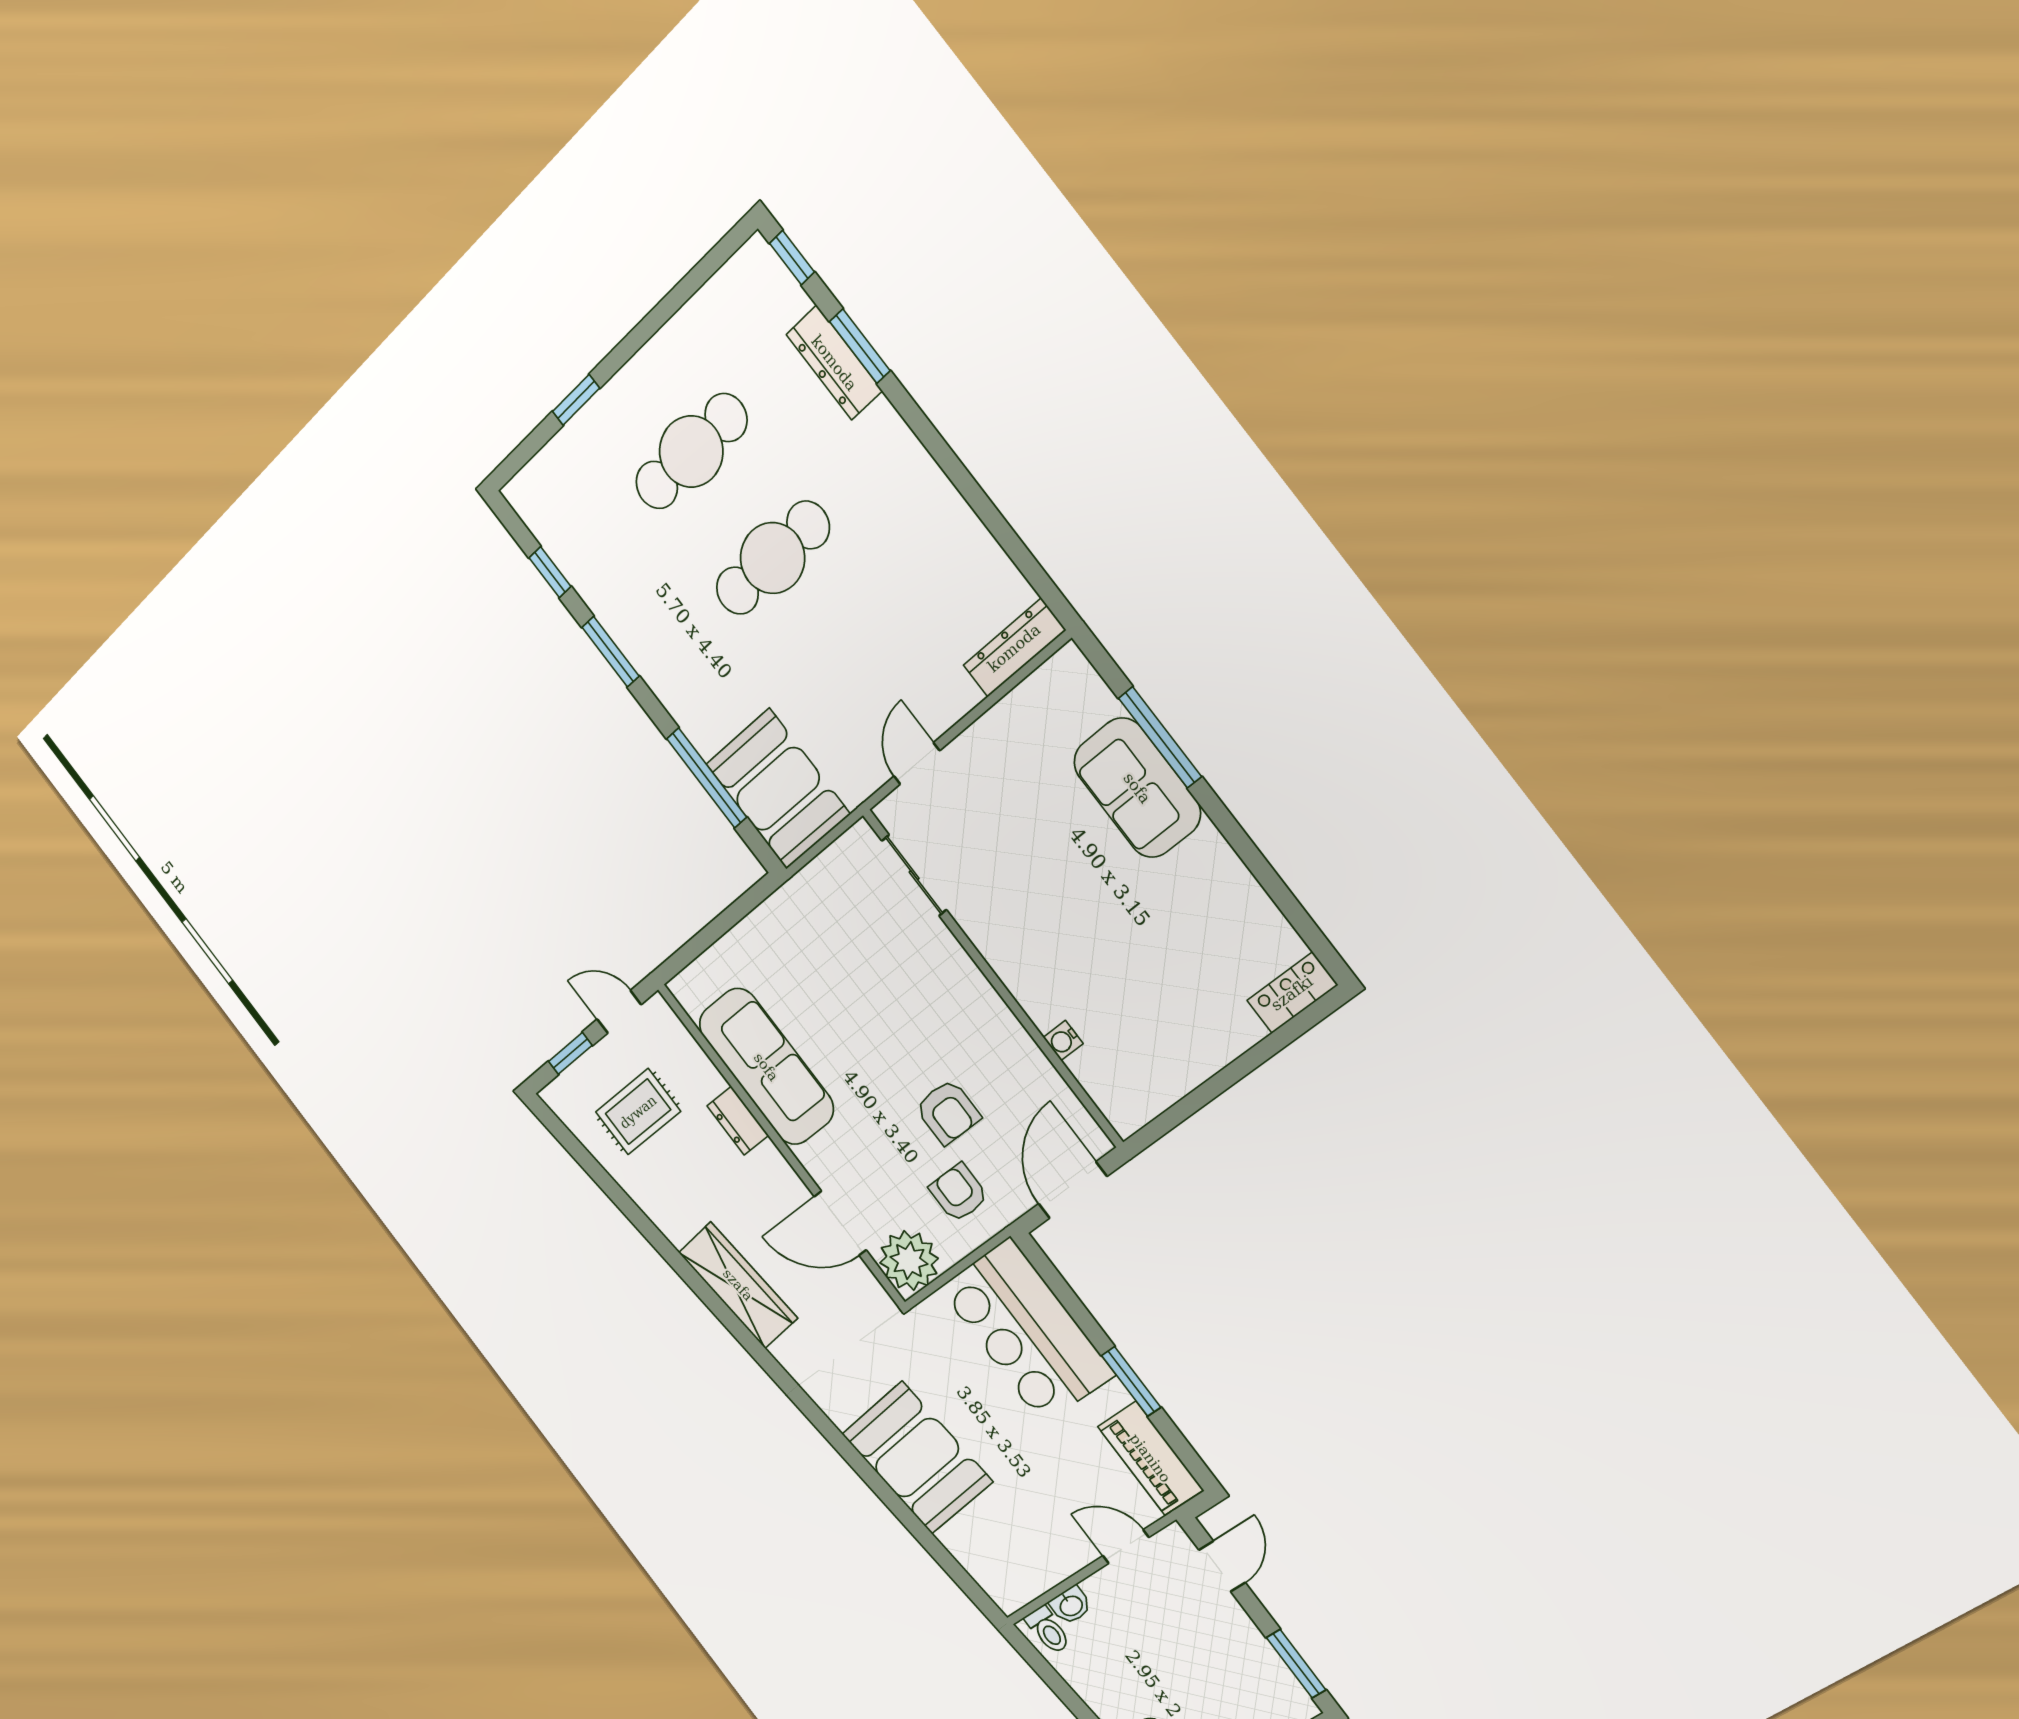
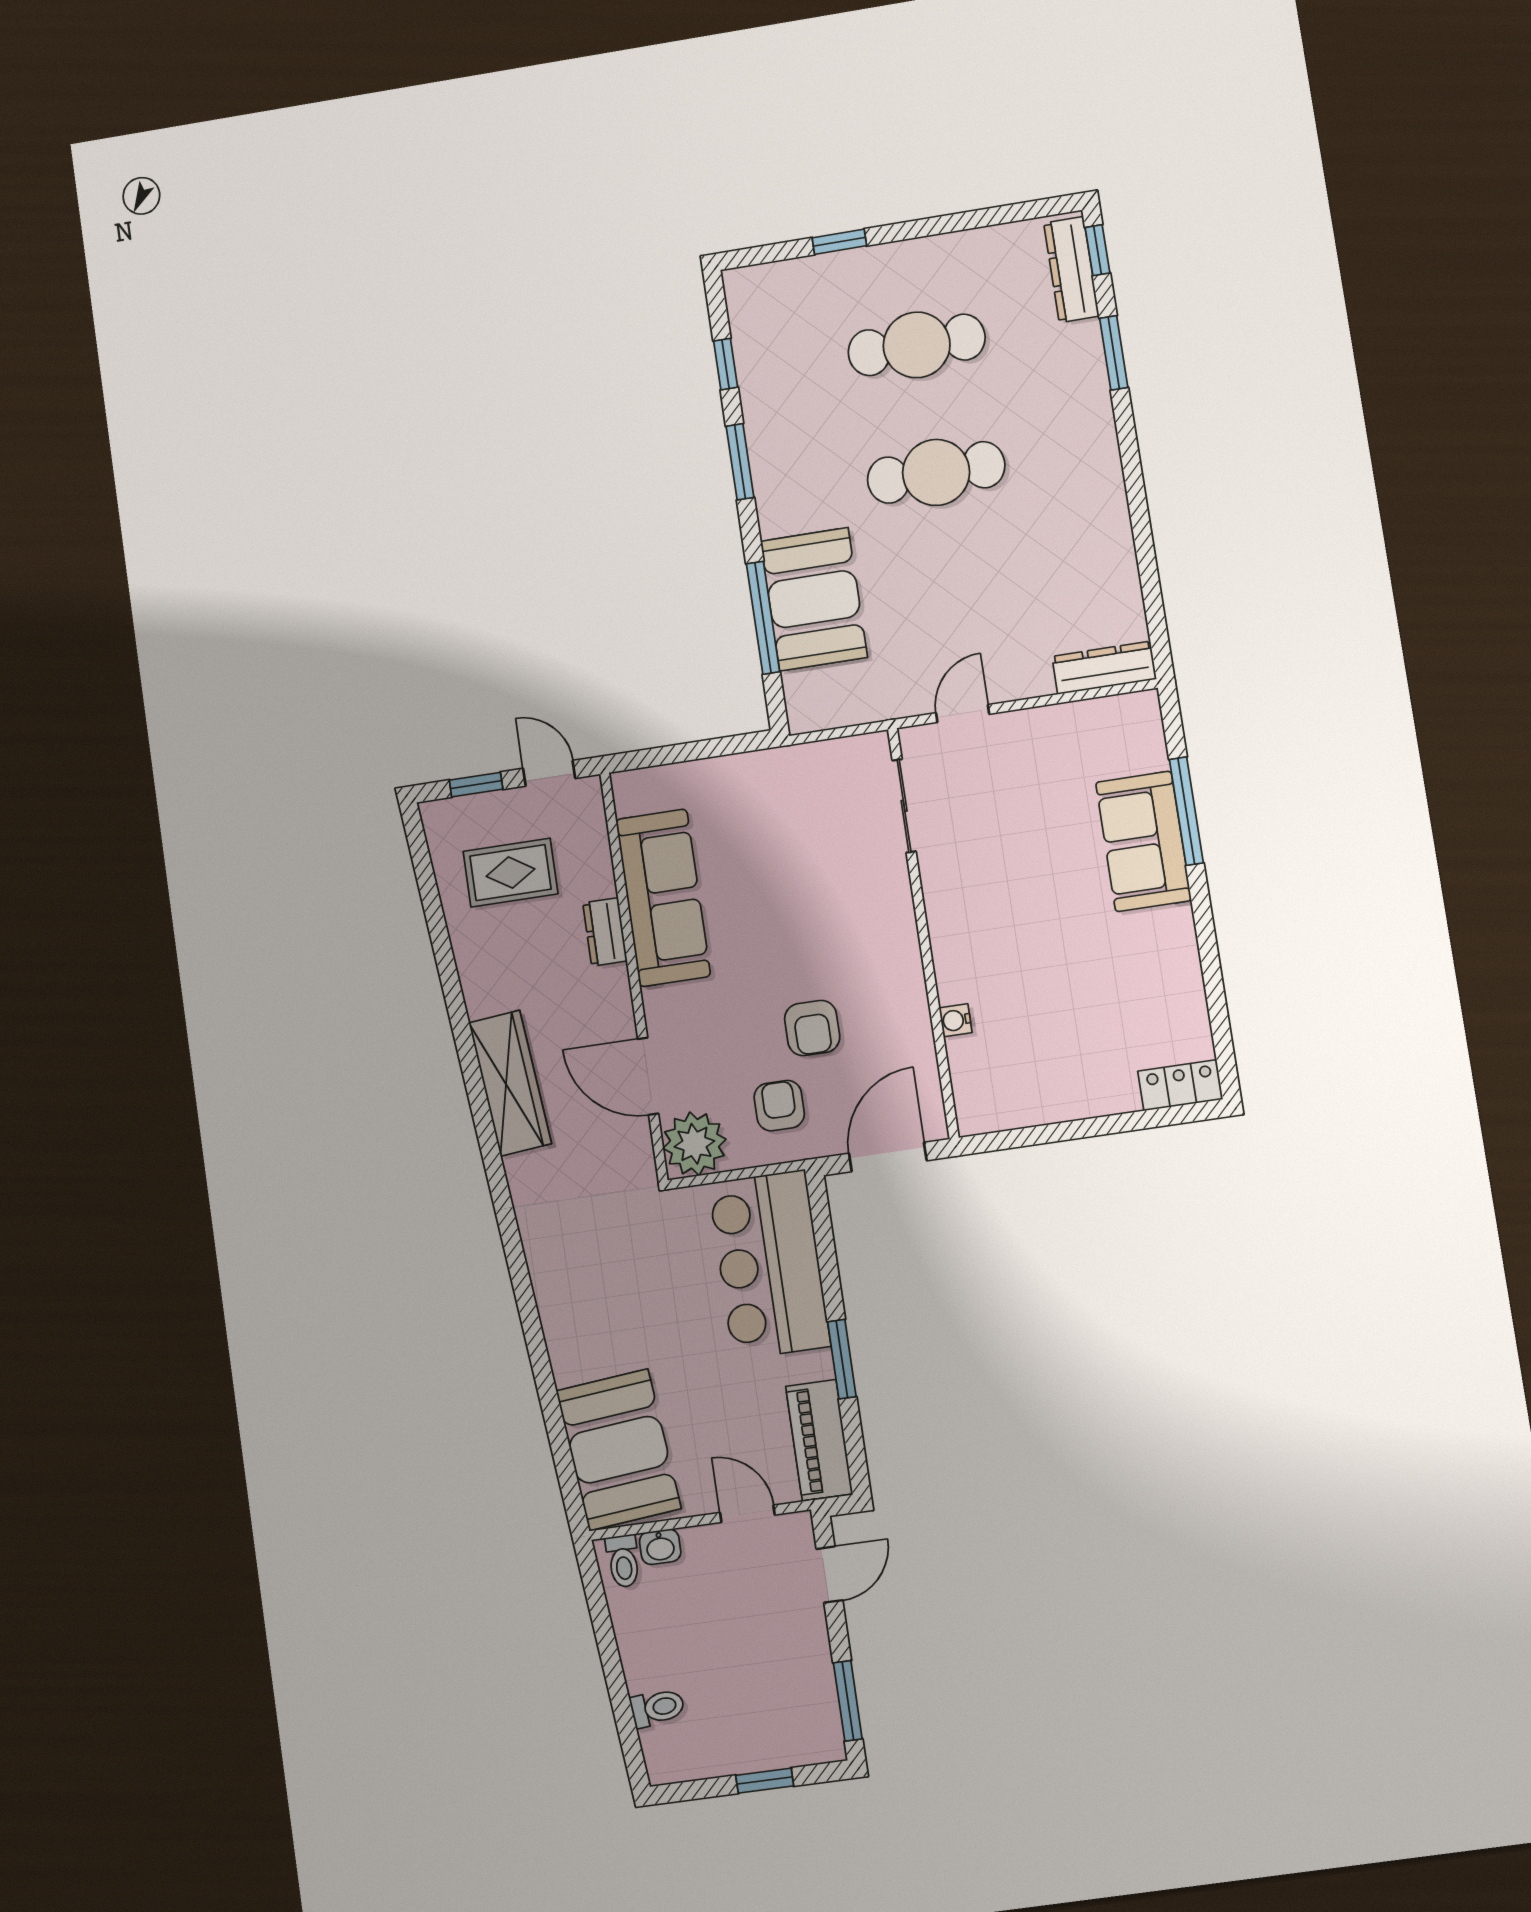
dresser: (834, 363) -> (1071, 269), moved
booth: (778, 789) -> (814, 599), moved
booth: (917, 1458) -> (618, 1450), moved

